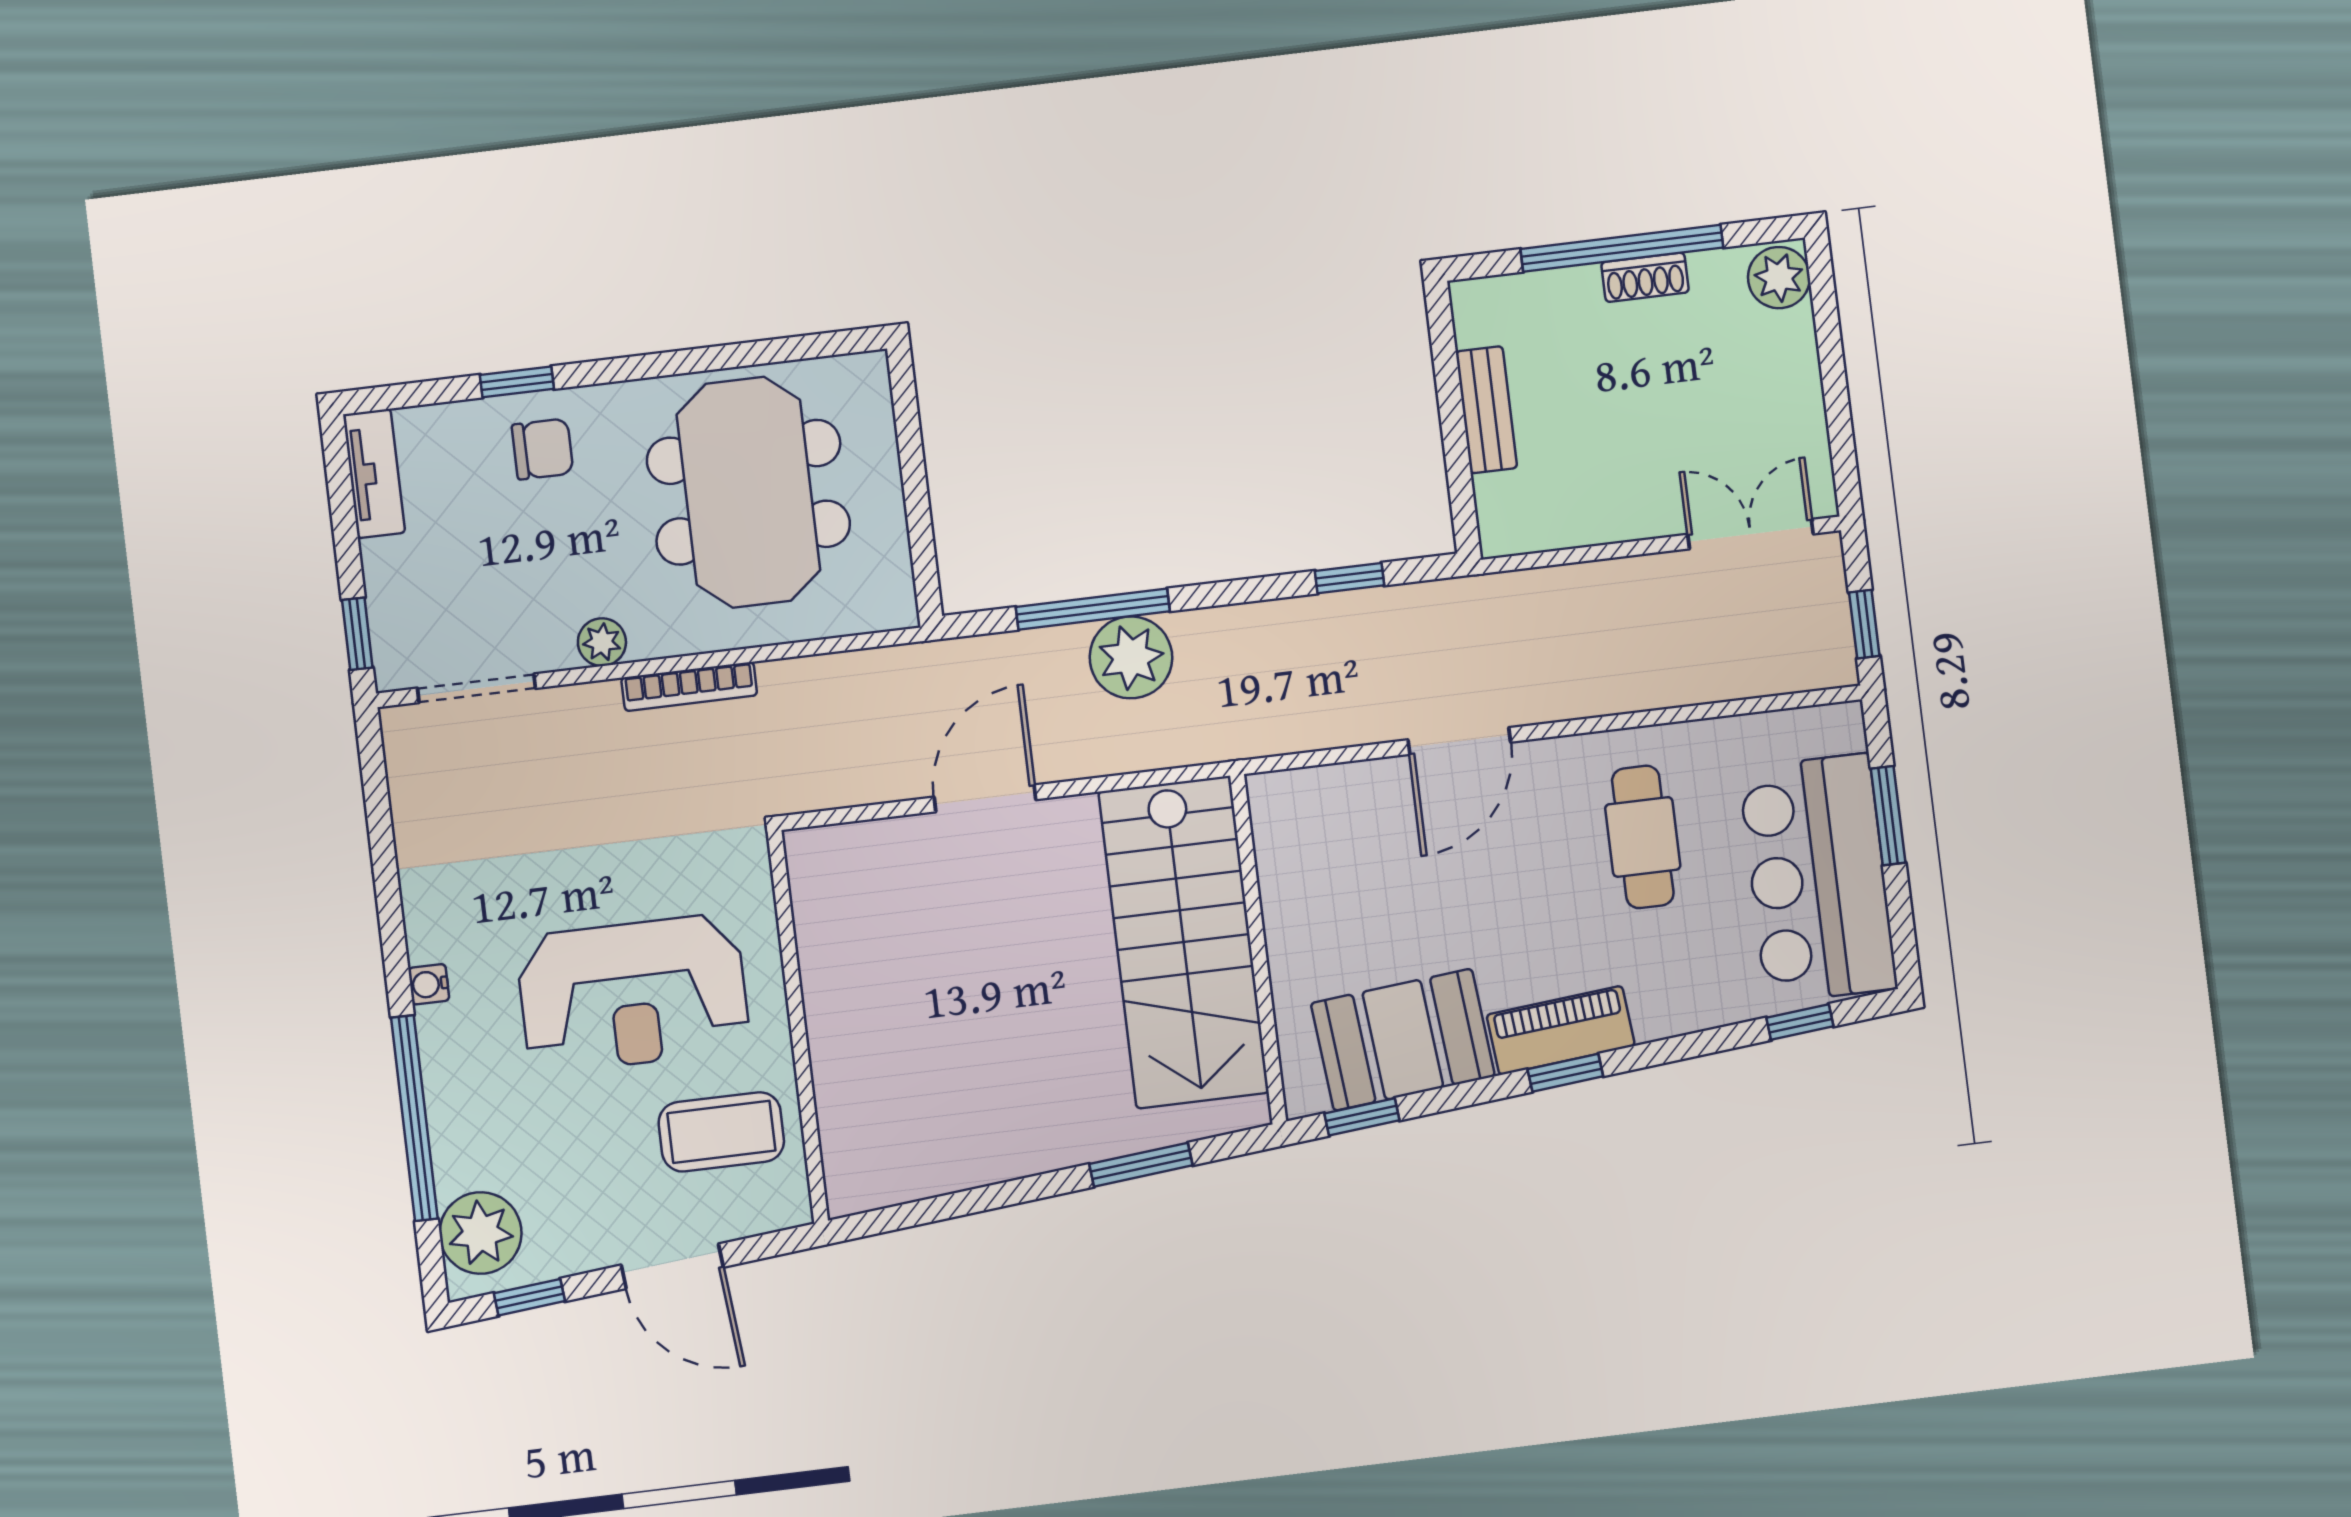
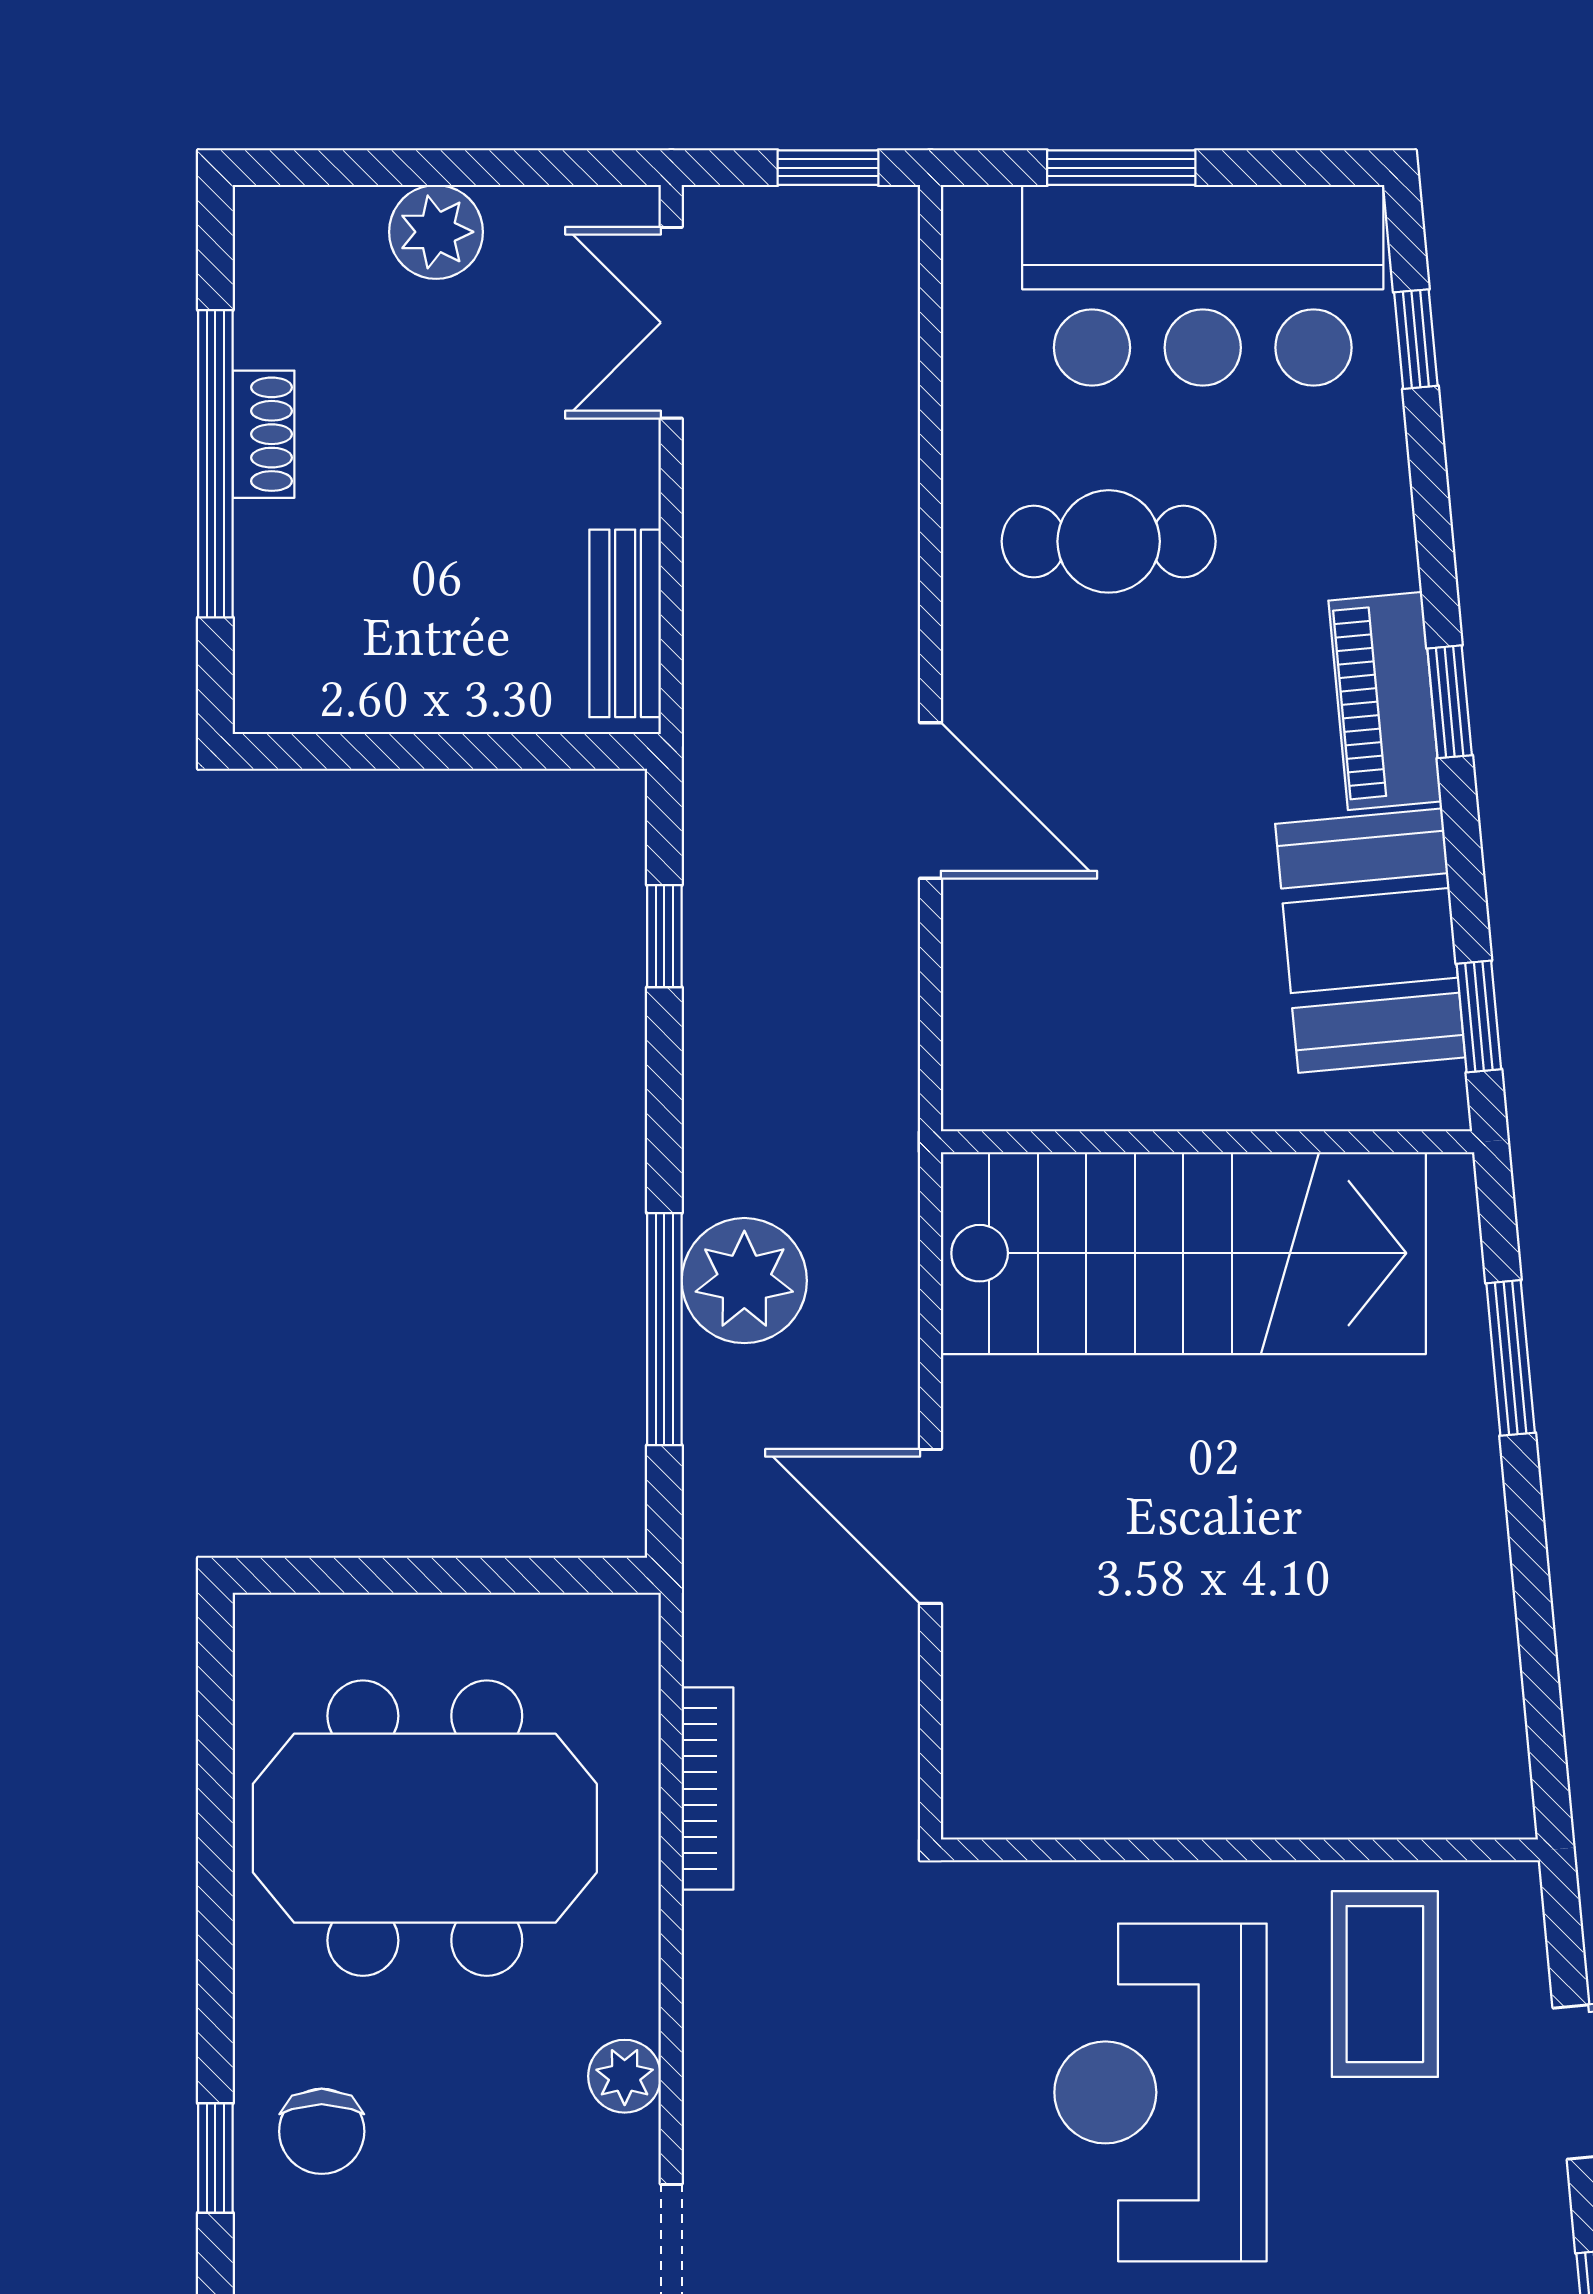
plant: (1779, 278) -> (436, 232), moved
bench: (1486, 410) -> (625, 623), moved, turned 90
chair: (543, 449) -> (322, 2131), turned 180
bookcase: (689, 687) -> (708, 1789), moved
reception desk: (633, 994) -> (1161, 2092), turned 180

